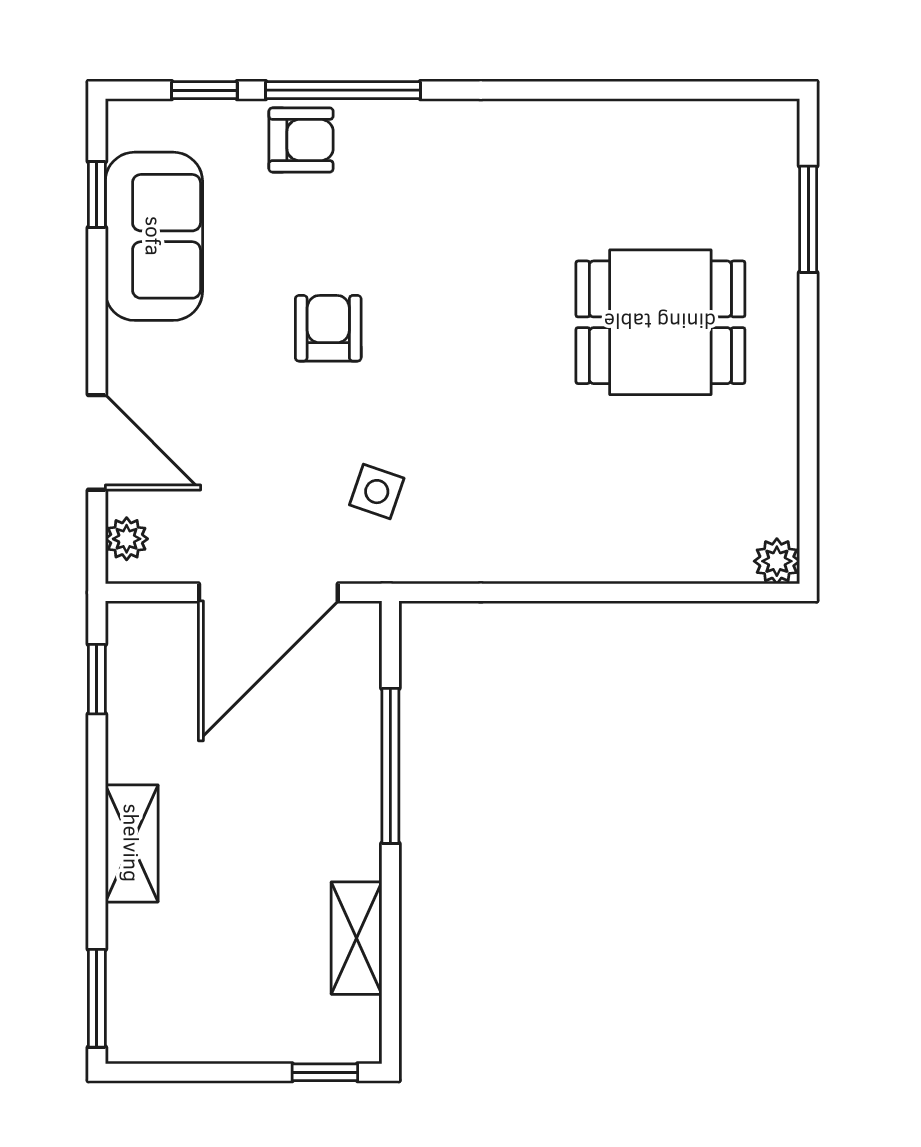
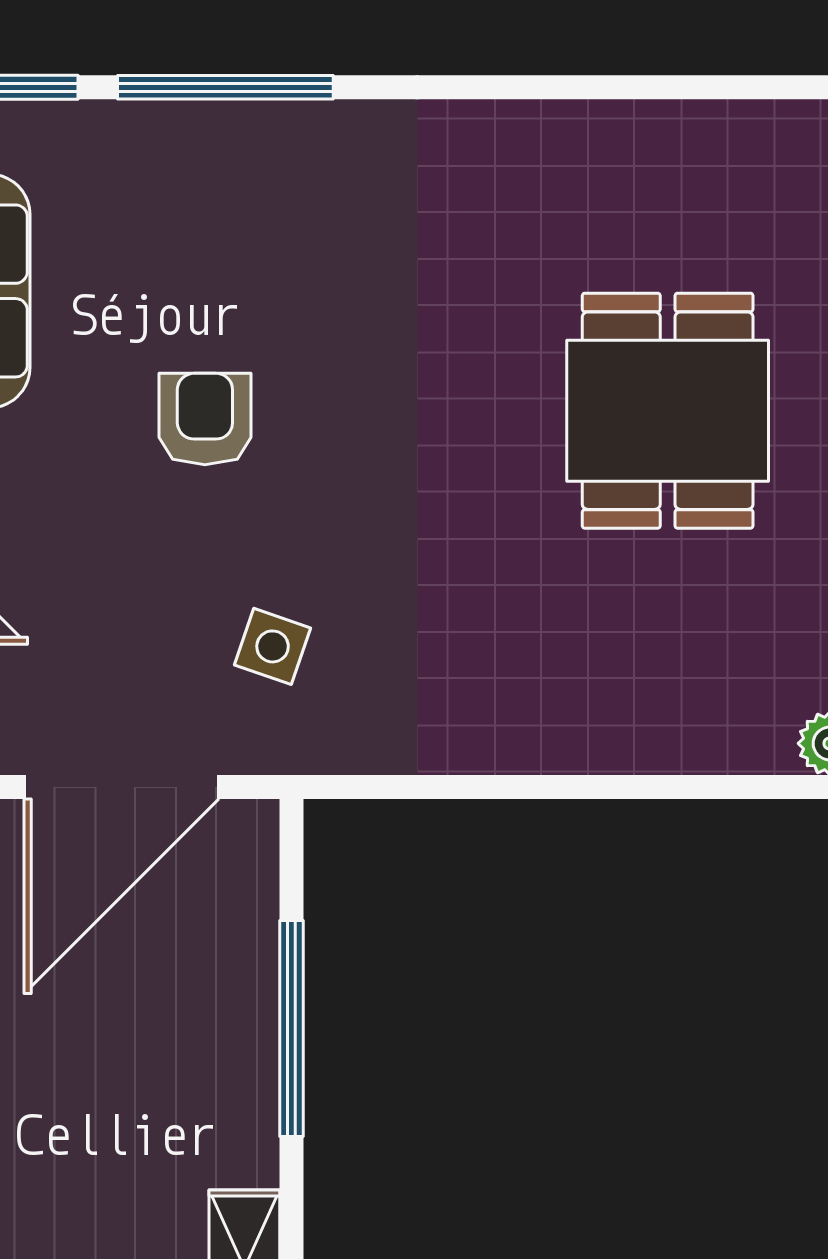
armchair: (301, 140) -> (167, 157), removed
dining table: (660, 322) -> (668, 411), turned 90

